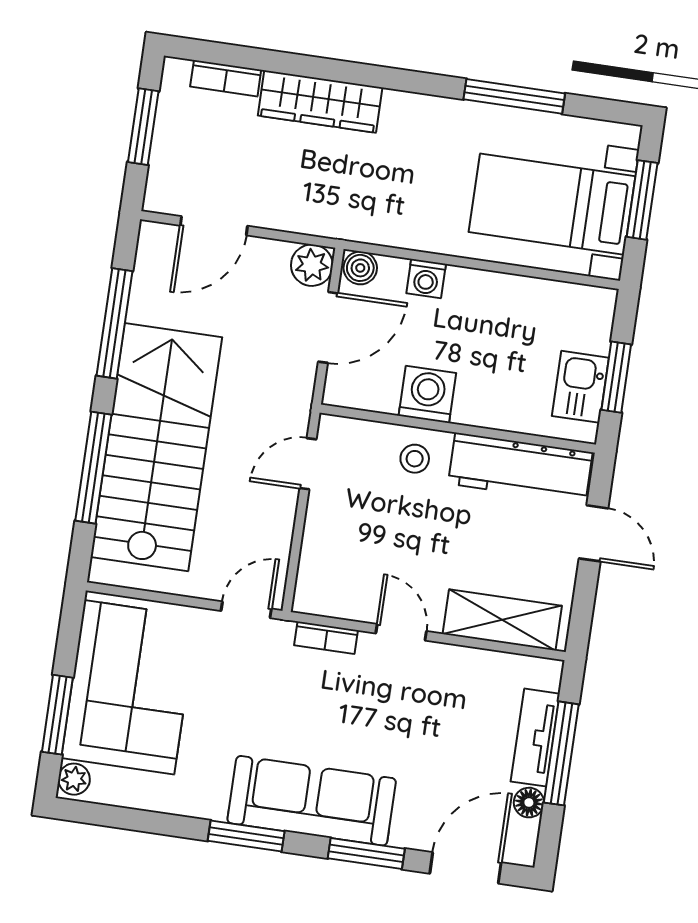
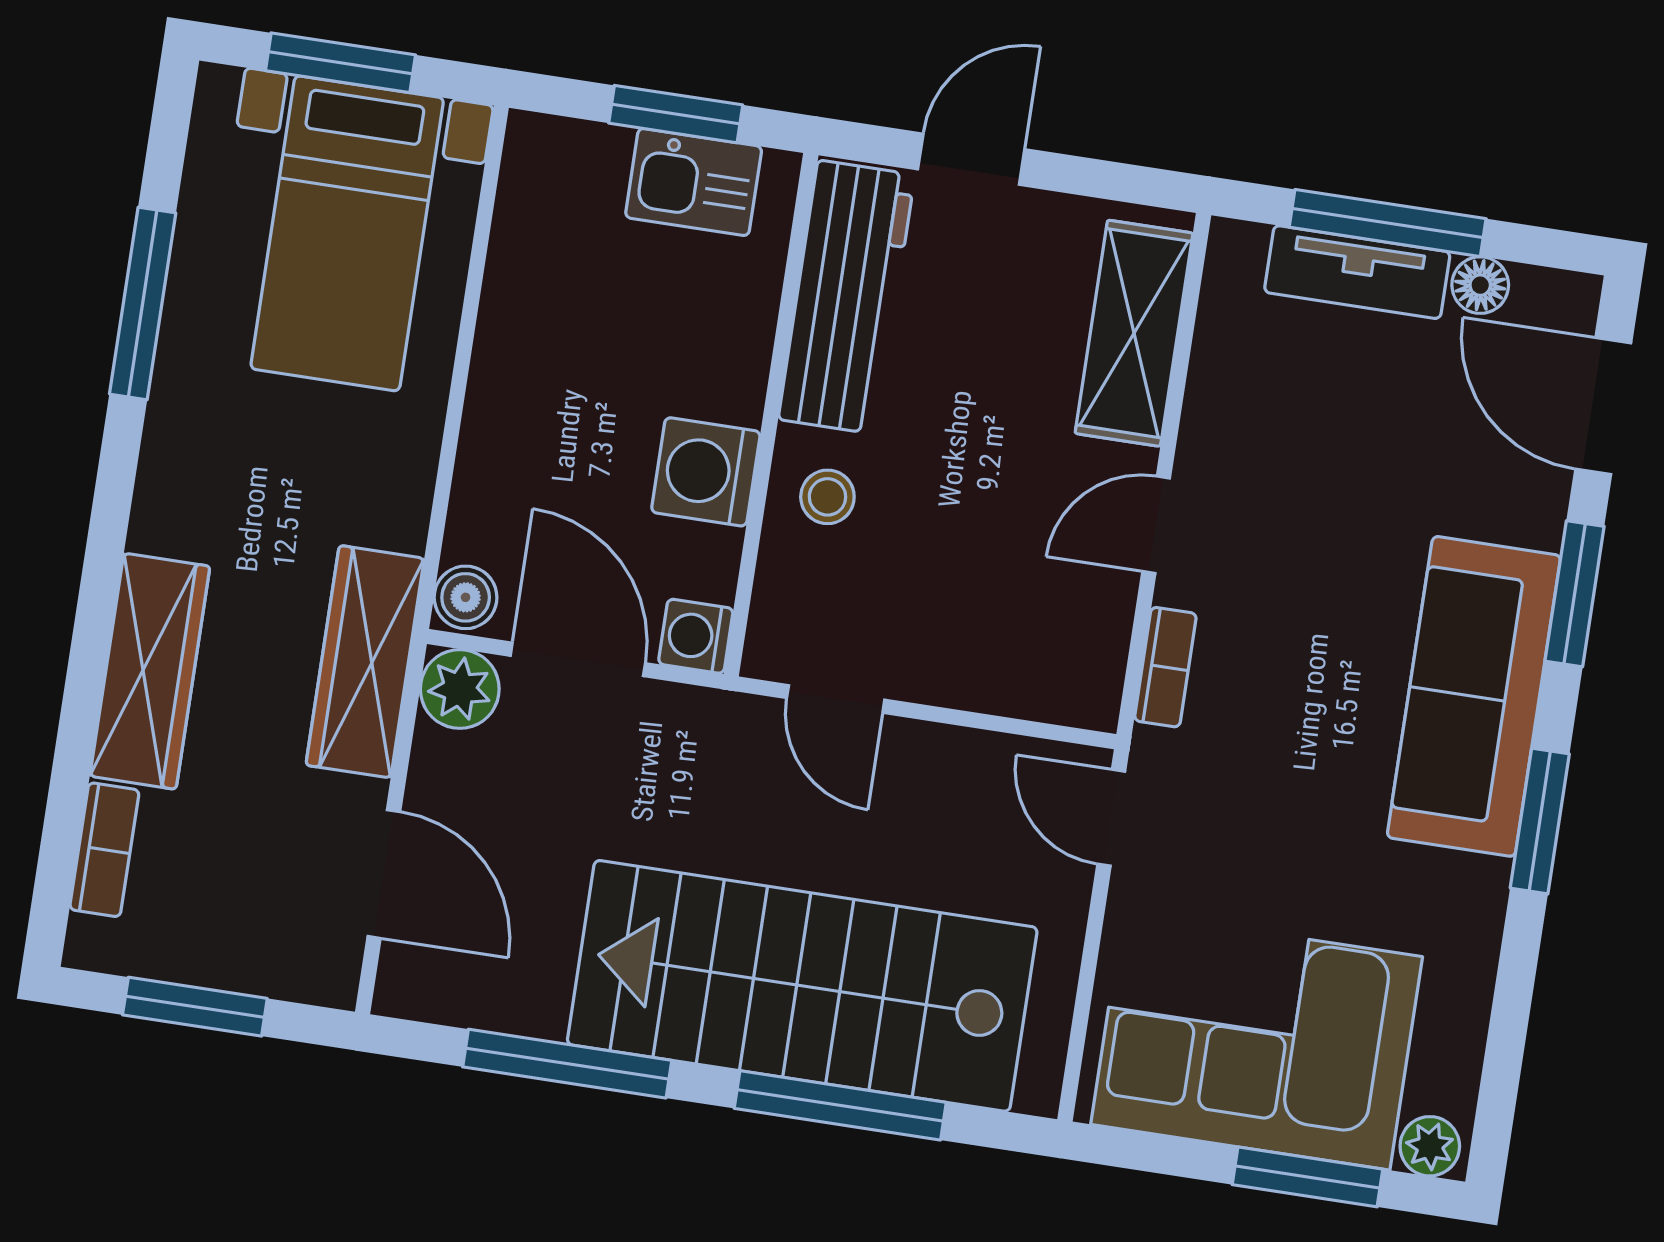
wardrobe: (326, 215) -> (365, 662), added
washing machine: (426, 279) -> (696, 636), moved, turned 180

